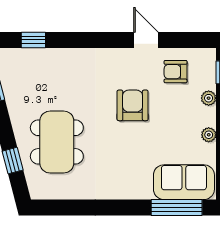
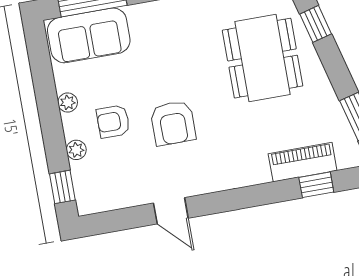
piano: (41, 59) -> (303, 162), added
armchair: (176, 72) -> (113, 121), moved, turned 180

